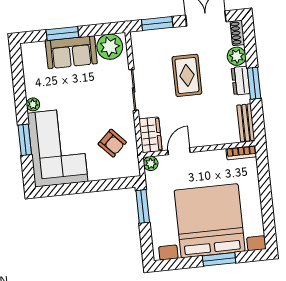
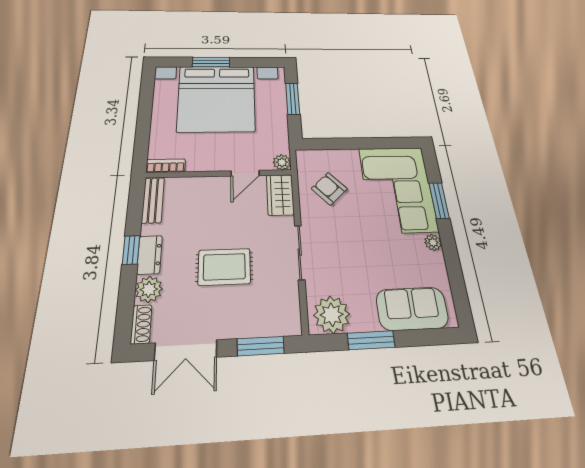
window: (62, 34) -> (371, 340), moved
sofa: (71, 52) -> (412, 309), moved
rug: (187, 75) -> (224, 267), turned 90
window: (254, 83) -> (131, 250), width x0.67
window: (143, 206) -> (293, 99), moved

